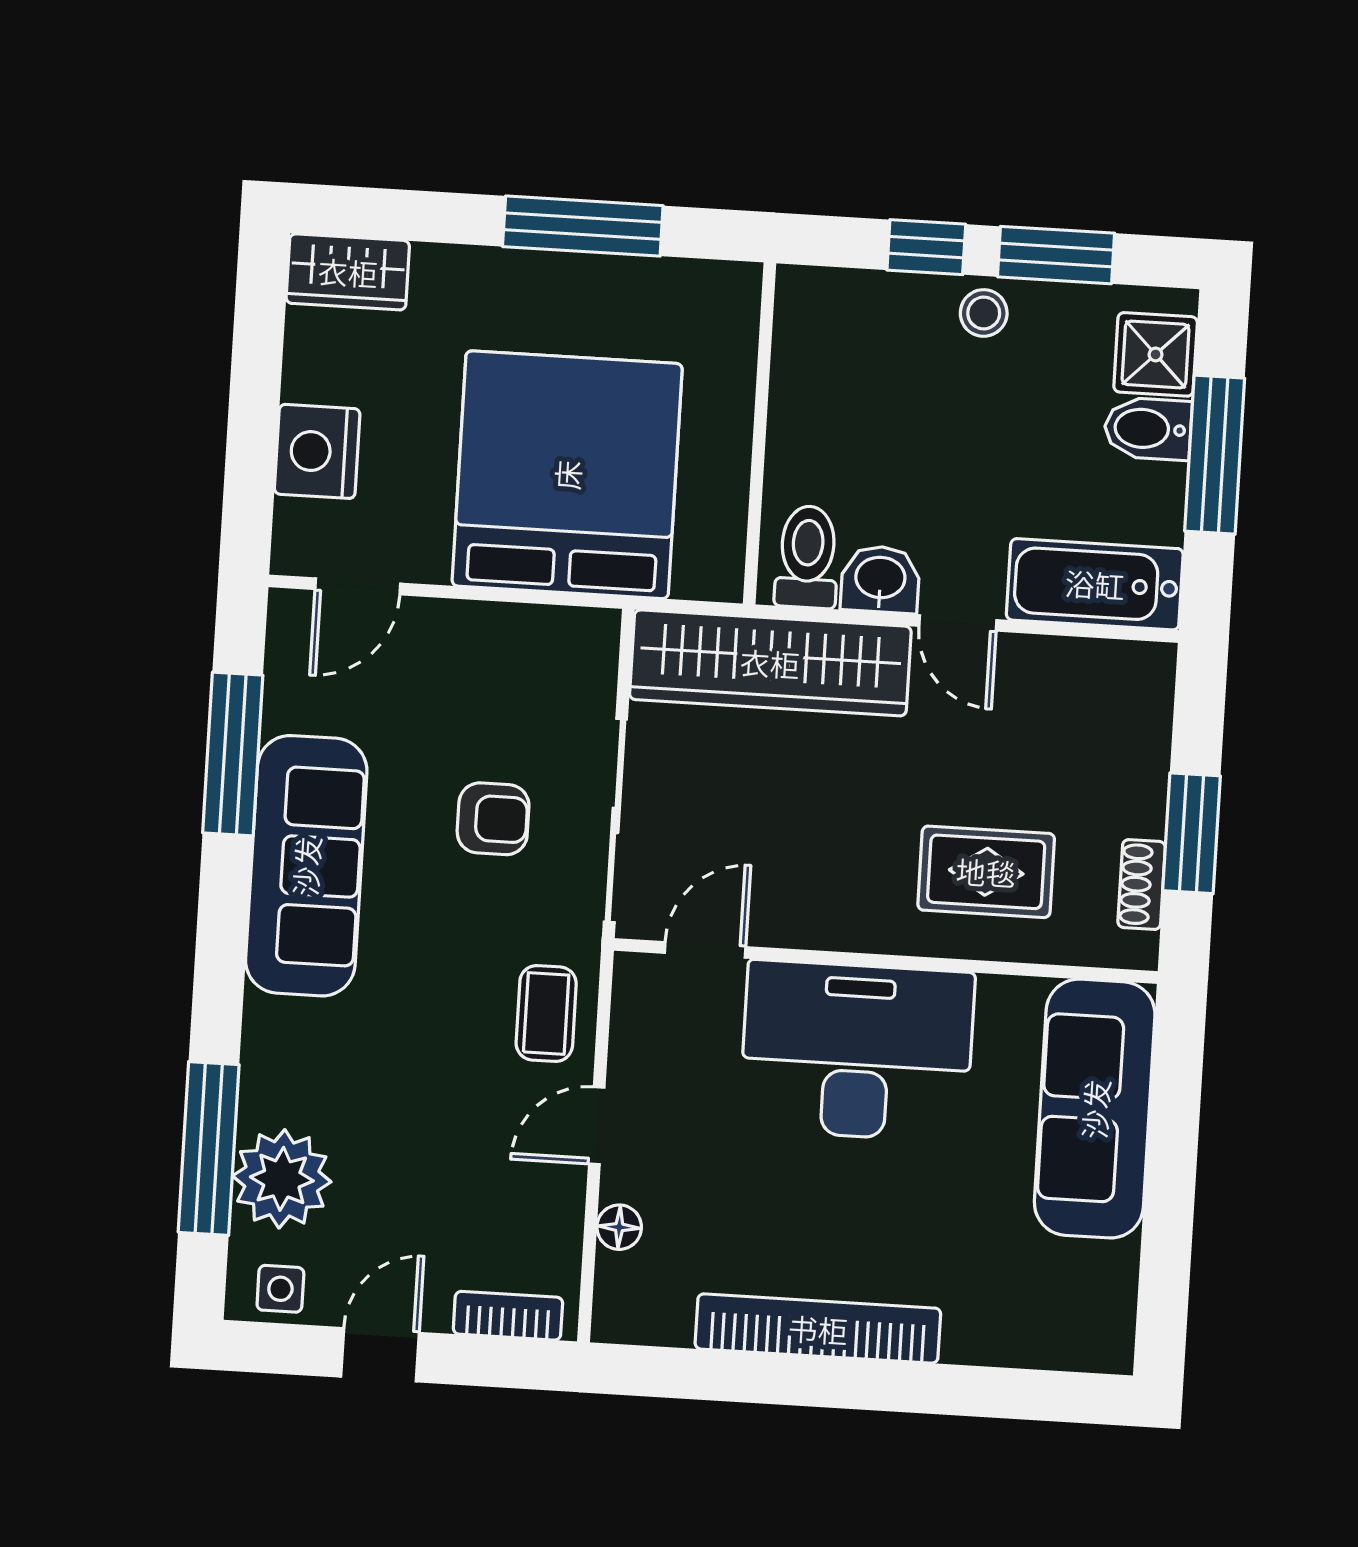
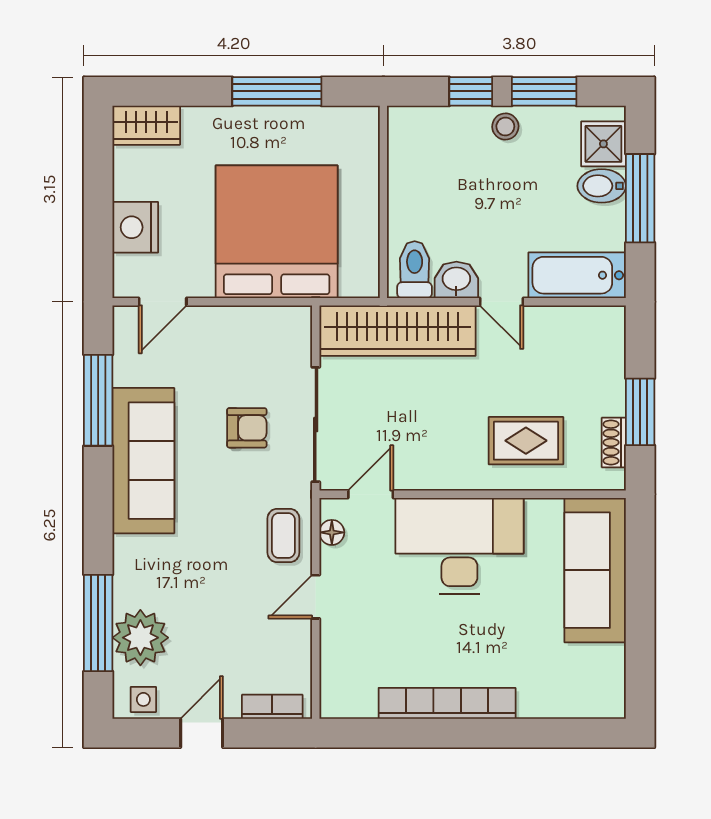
floor lamp: (619, 1227) -> (332, 532), moved

